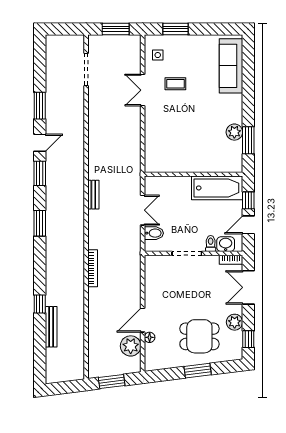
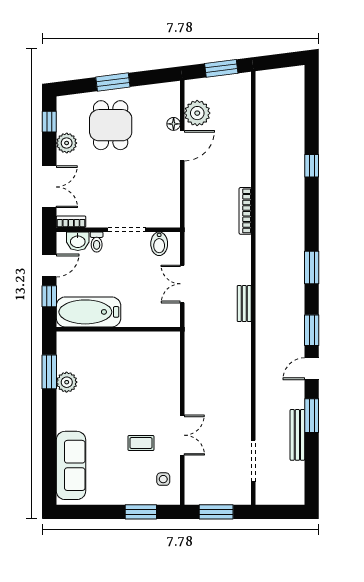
bidet: (154, 233) -> (159, 244), moved, turned -90
bench: (51, 327) -> (297, 435), moved
dining table: (199, 336) -> (111, 125), turned 90

